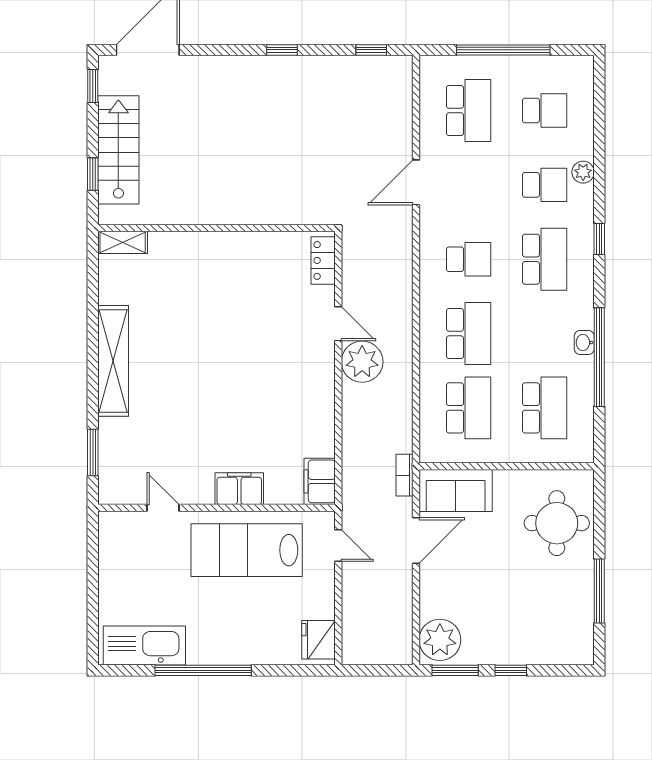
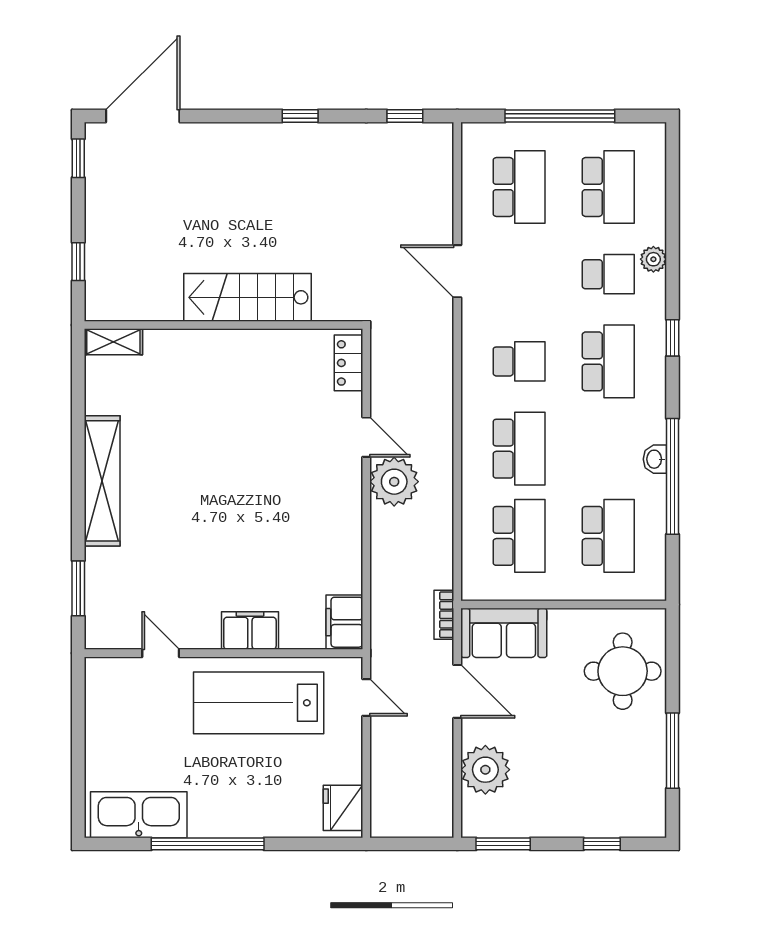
school desk: (545, 111) -> (608, 187), width x1.85
stairs: (118, 150) -> (247, 297), moved, turned -90
door: (416, 182) -> (457, 271), hinge flipped
door: (416, 540) -> (457, 691), hinge flipped
plant: (440, 640) -> (485, 770), moved
window: (511, 670) -> (602, 844), moved

